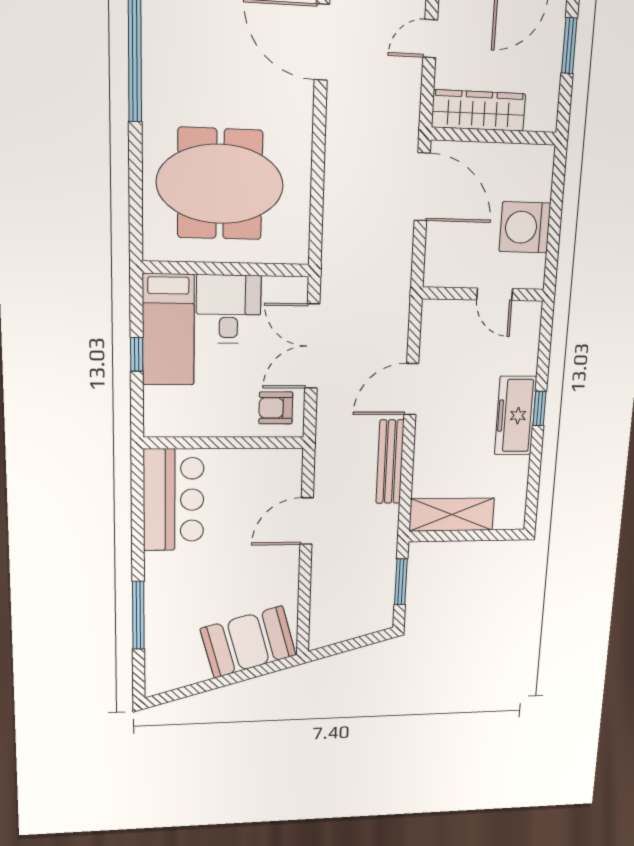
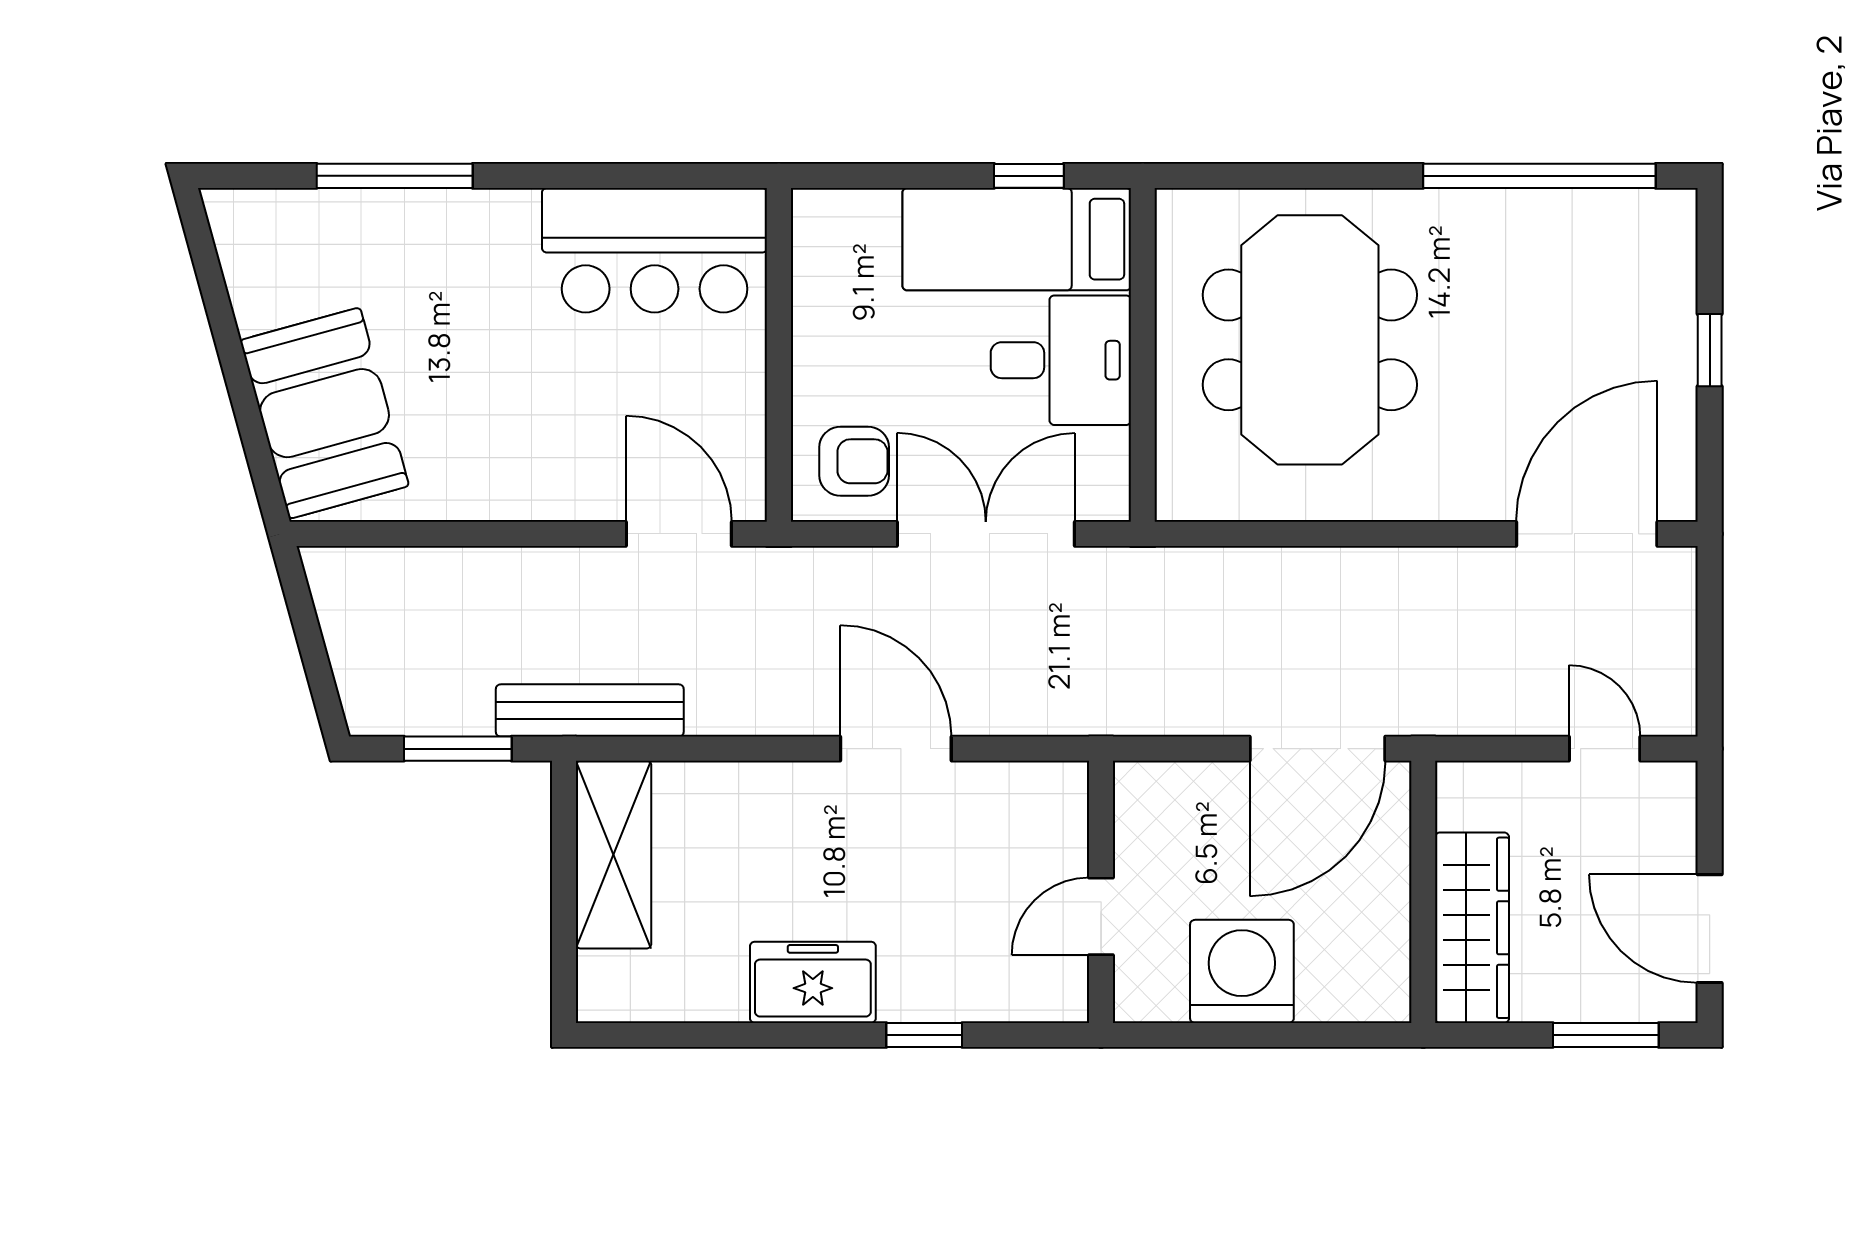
wardrobe: (478, 110) -> (1472, 928), moved
window: (137, 354) -> (1029, 176), moved
armchair: (276, 408) -> (854, 461), turned 90
window: (539, 408) -> (924, 1035), moved
freezer: (515, 416) -> (813, 982), width x0.71
bench: (390, 462) -> (590, 710), moved
door: (307, 521) -> (679, 534), moved

